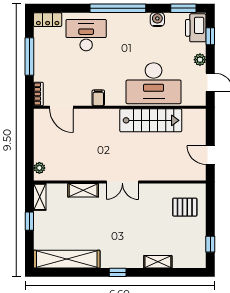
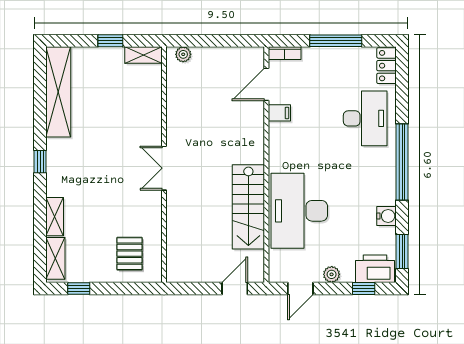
filing cabinet: (98, 98) -> (279, 113), moved
door: (210, 155) -> (235, 289), moved
shelving: (83, 190) -> (55, 258), moved

